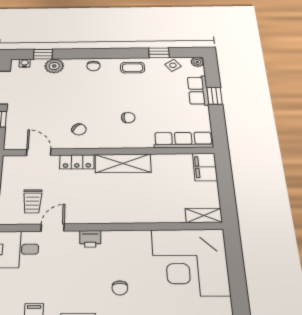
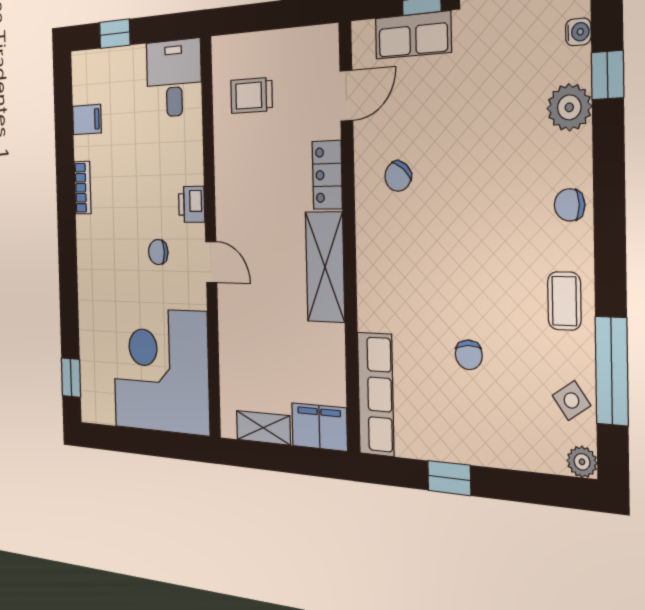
window: (159, 53) -> (612, 371), width x2.17
row of seats: (198, 90) -> (413, 35), moved, turned 180
window: (215, 96) -> (449, 478), moved
chair: (128, 118) -> (469, 355), moved
shelving: (204, 216) -> (263, 428), moved, turned 90
door: (53, 228) -> (211, 262), moved
chair: (120, 288) -> (158, 252), moved

